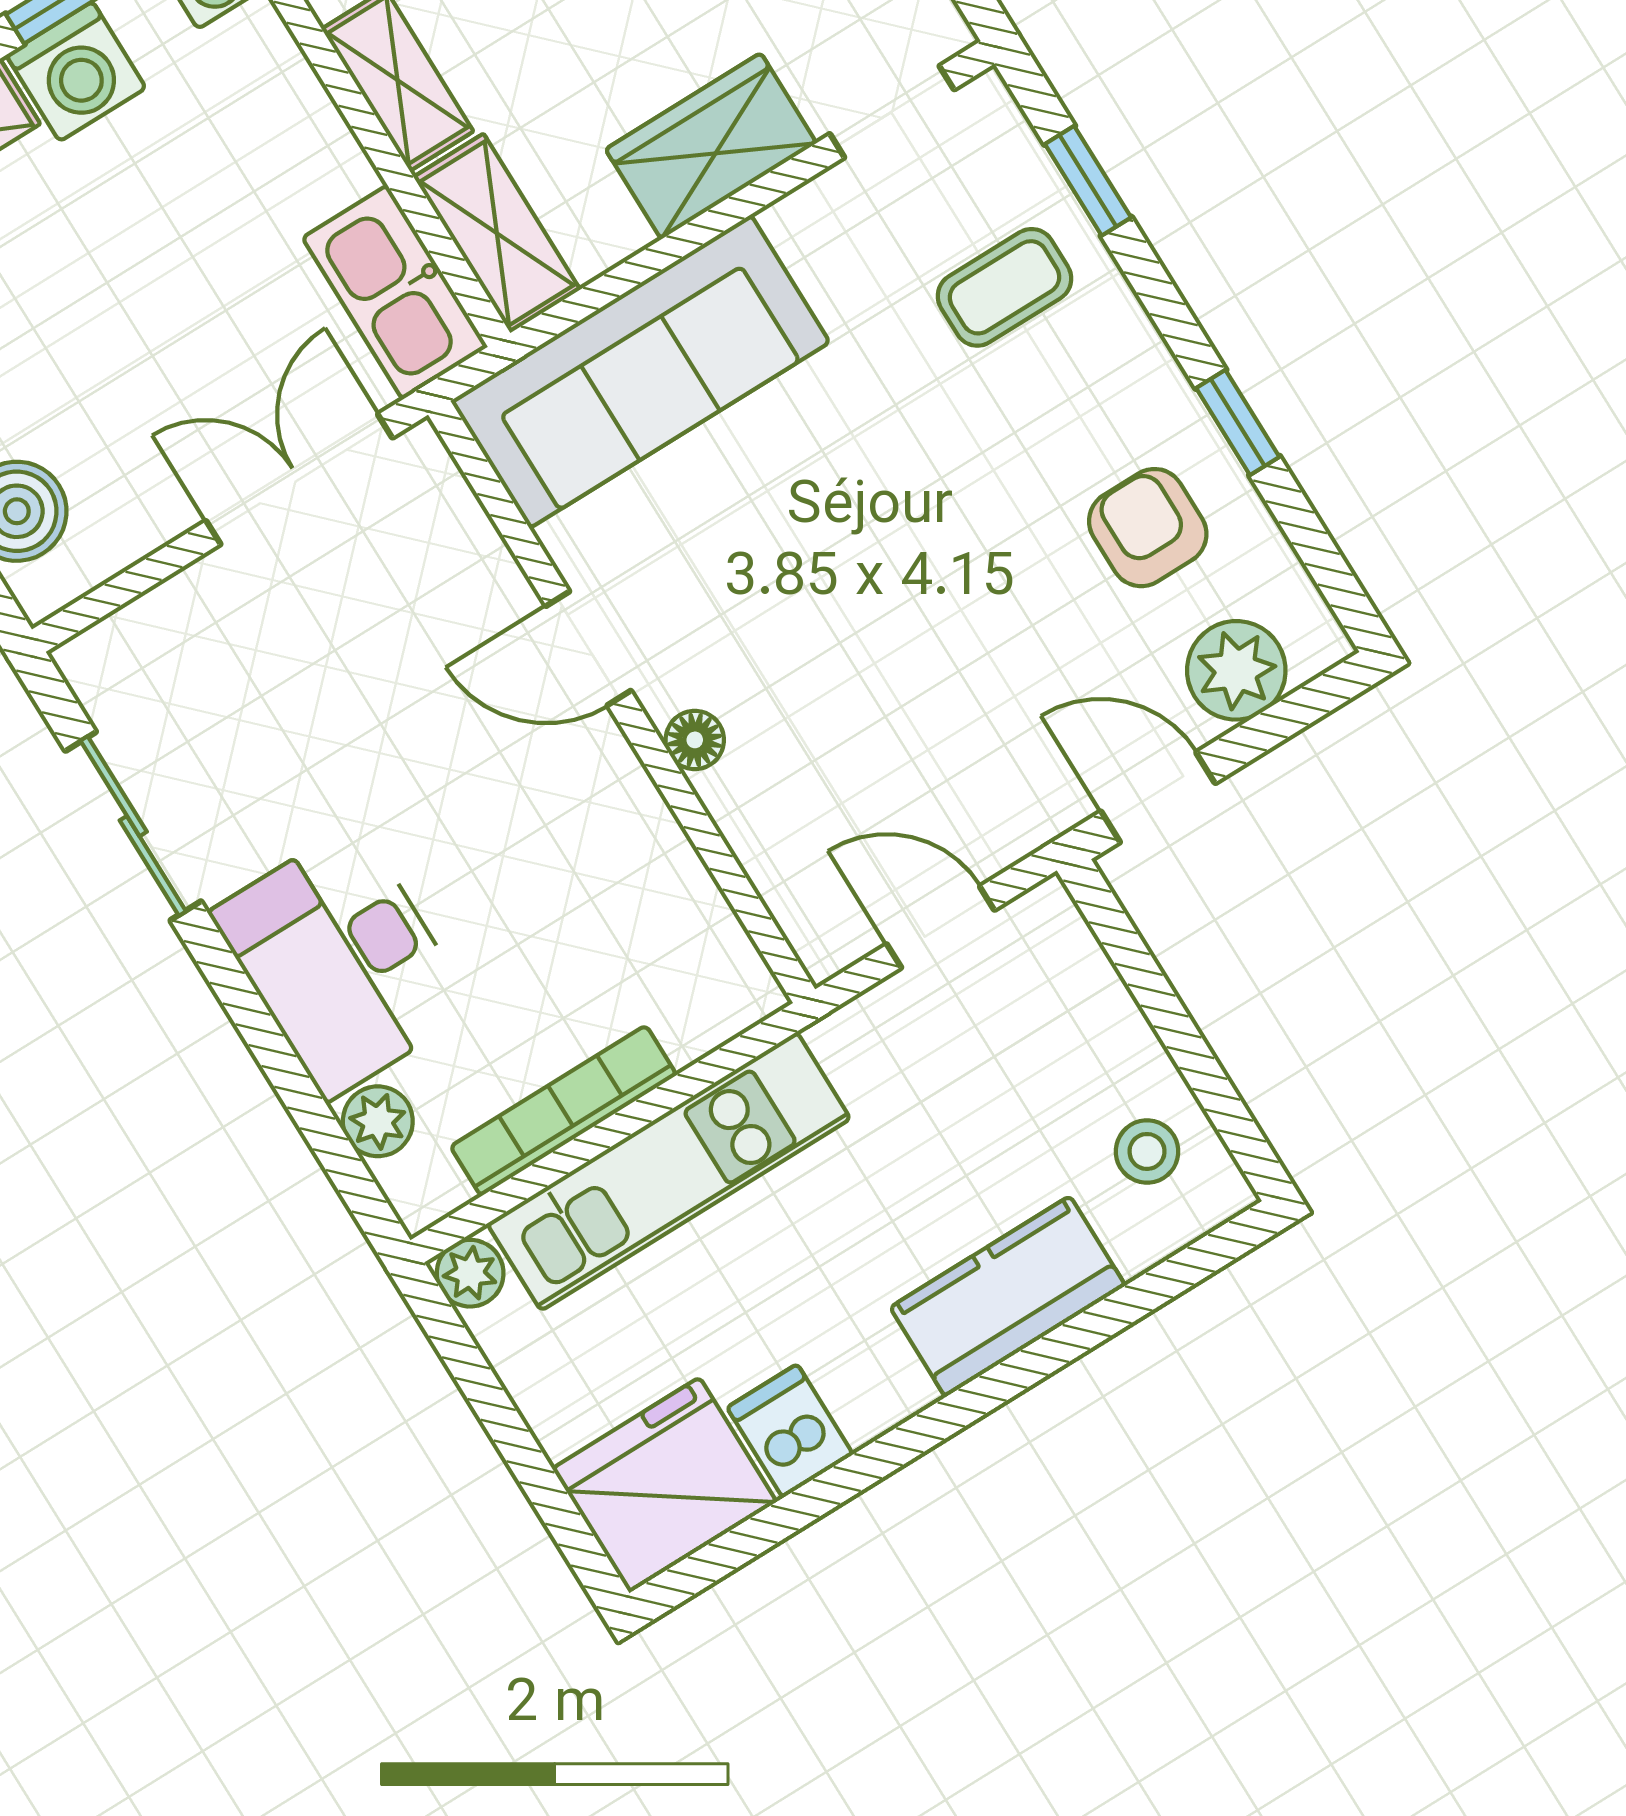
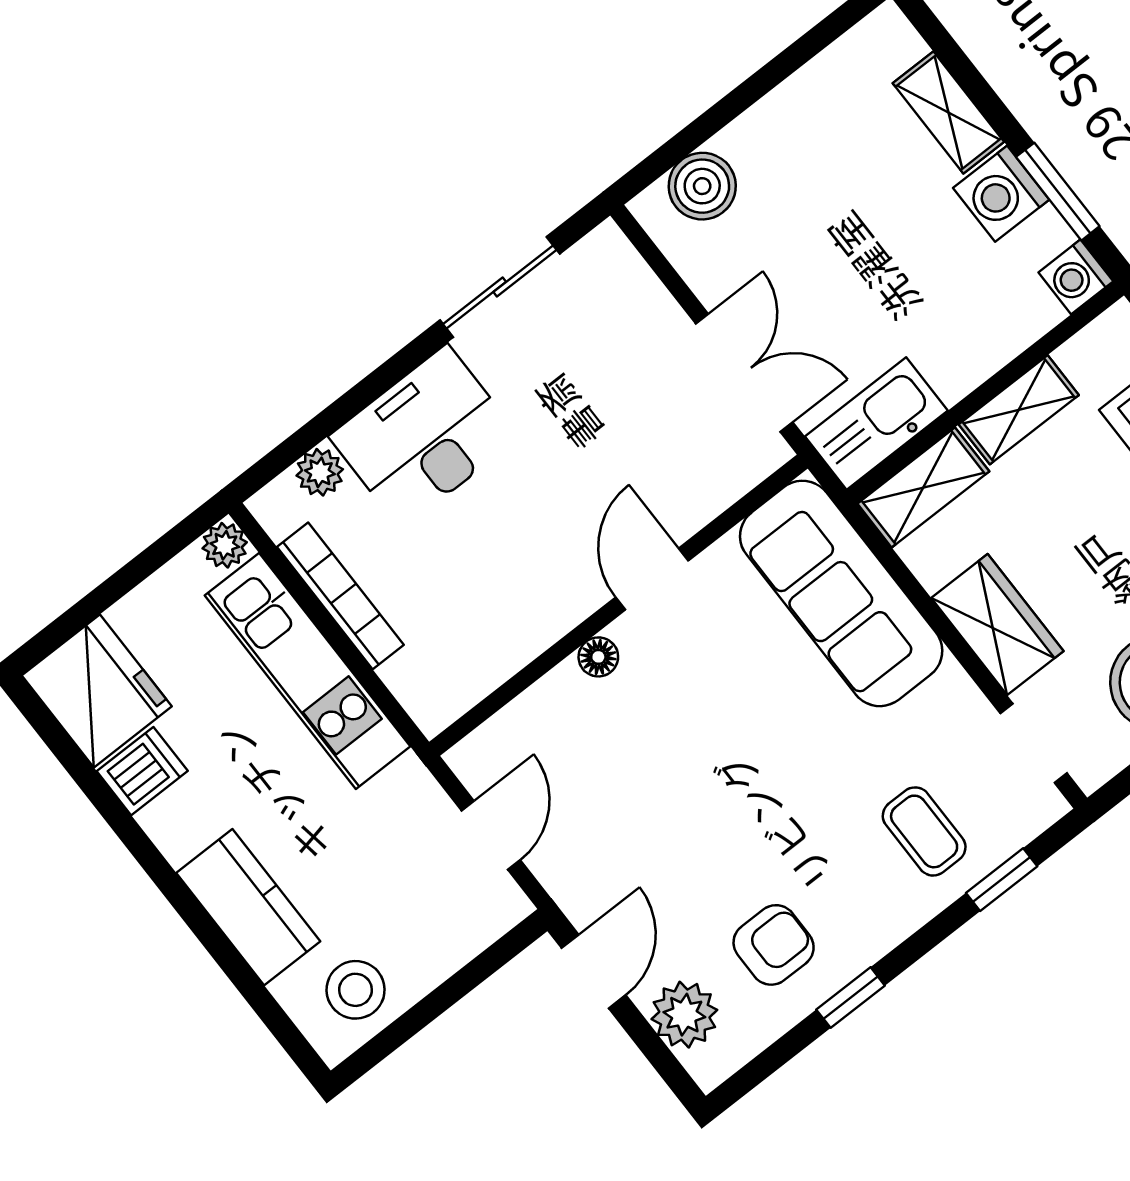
stool: (1147, 1151) -> (356, 990), width x1.37, depth x1.37

